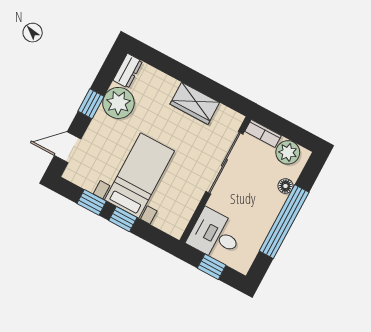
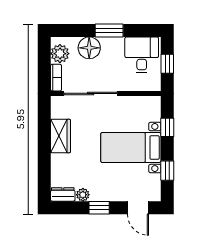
plant: (118, 103) -> (83, 195), width x0.53, depth x0.53
floor lamp: (285, 186) -> (89, 48), width x1.89, depth x1.89
window: (123, 219) -> (167, 127), moved
window: (284, 222) -> (109, 30), width x0.47
desk: (215, 235) -> (142, 55), moved, turned 180

